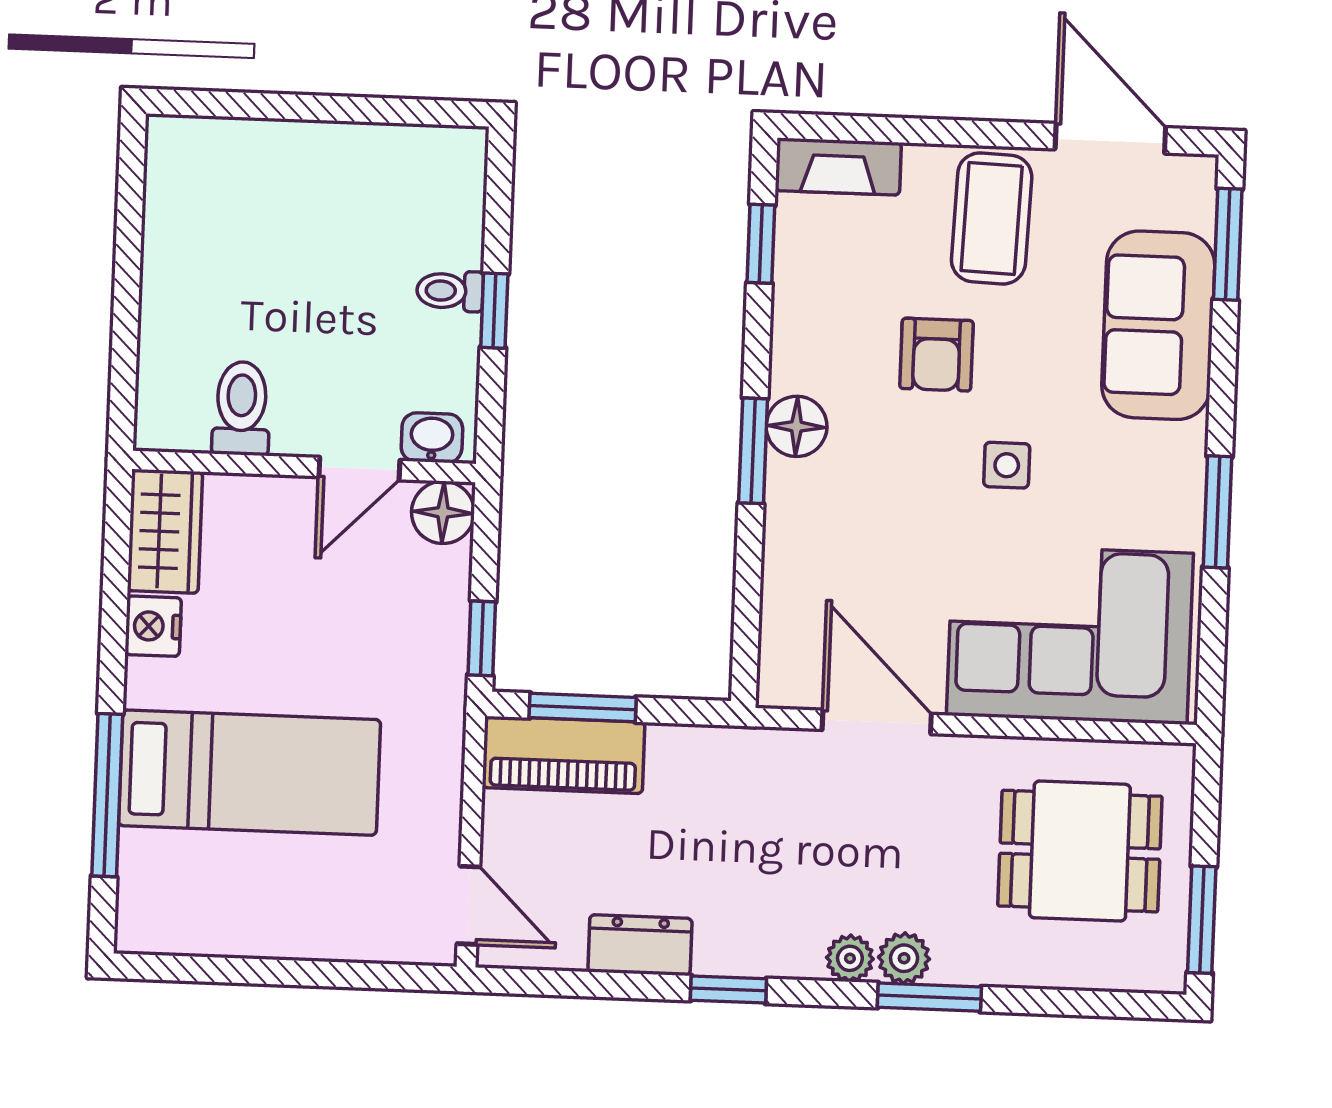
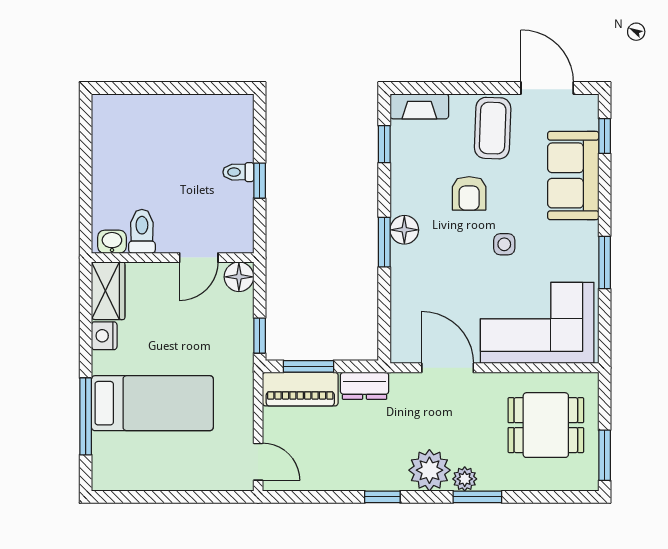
window: (1228, 244) -> (605, 136), width x0.67
washbasin: (432, 438) -> (112, 242), moved
dresser: (640, 945) -> (365, 386), moved, turned 180
plant: (850, 958) -> (429, 470), width x1.88, depth x1.88

